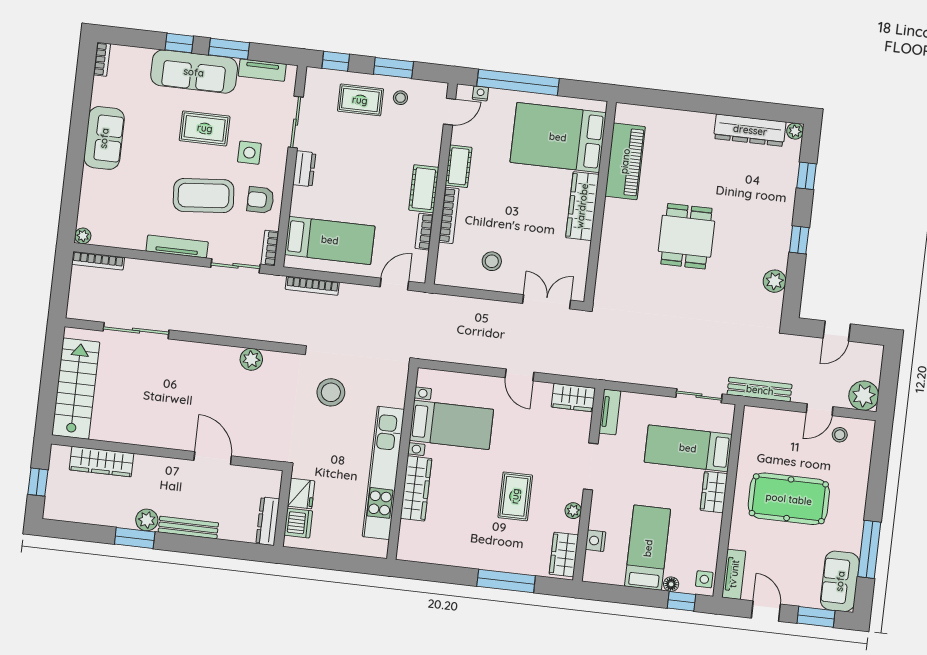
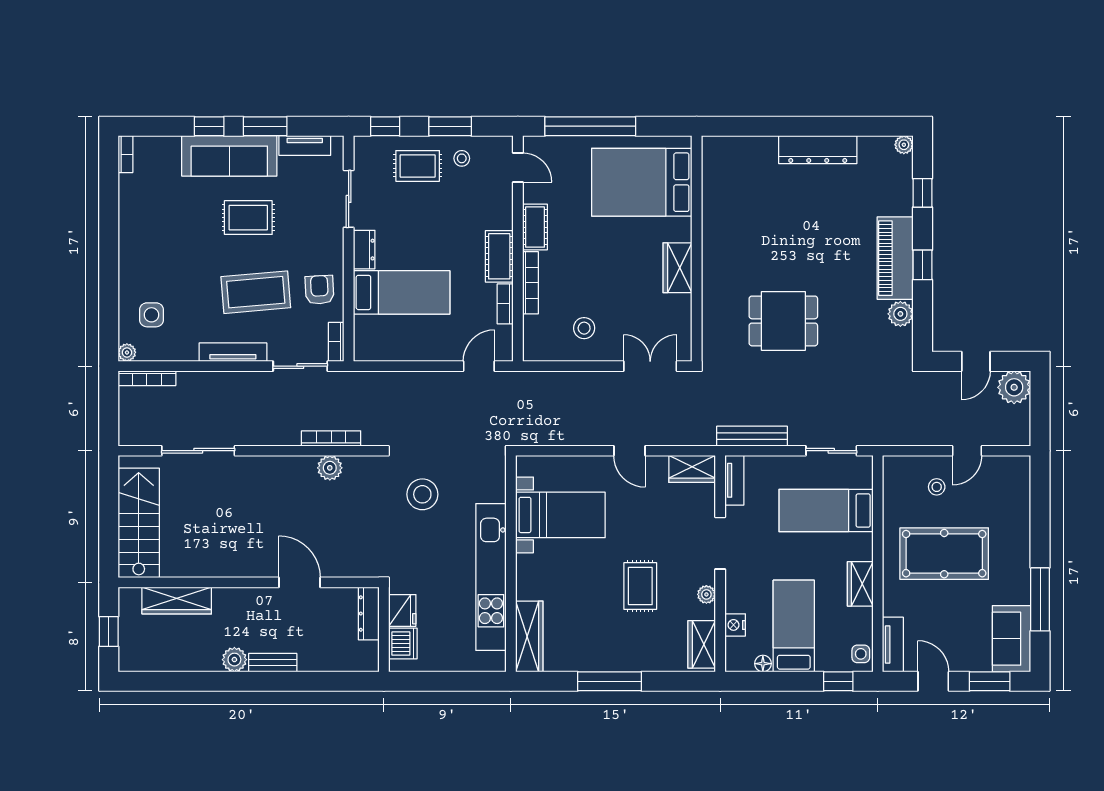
nightstand: (480, 93) -> (550, 143), removed
door: (449, 112) -> (518, 168), hinge flipped
dresser: (750, 130) -> (818, 150), moved
sofa: (104, 138) -> (138, 241), removed
side table: (249, 153) -> (151, 315), moved
piano: (625, 161) -> (895, 258), moved, turned 180
armchair: (260, 200) -> (319, 290), turned 87
wardrobe: (582, 206) -> (678, 268), width x0.67
dining table: (686, 236) -> (783, 321), moved, turned 90
bed: (330, 240) -> (402, 292), moved
bookcase: (312, 286) -> (331, 438), moved, turned 180
bench: (760, 390) -> (752, 436), moved
plant: (864, 396) -> (1014, 387), moved
stool: (840, 435) -> (937, 487), moved
wardrobe: (416, 488) -> (529, 636), moved
wardrobe: (714, 492) -> (860, 584), moved
dresser: (268, 521) -> (369, 614), moved
bench: (188, 527) -> (273, 663), width x0.73
window: (135, 538) -> (223, 681), removed
window: (506, 581) -> (609, 681), moved
floor lamp: (671, 584) -> (763, 664), moved

